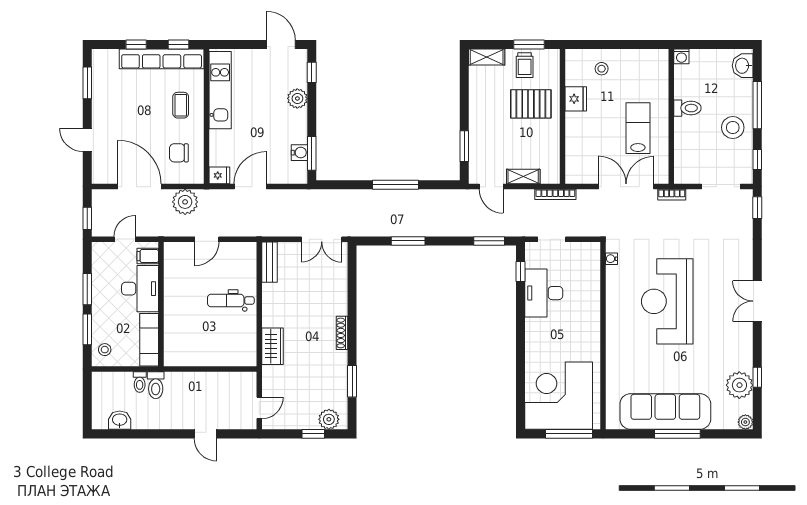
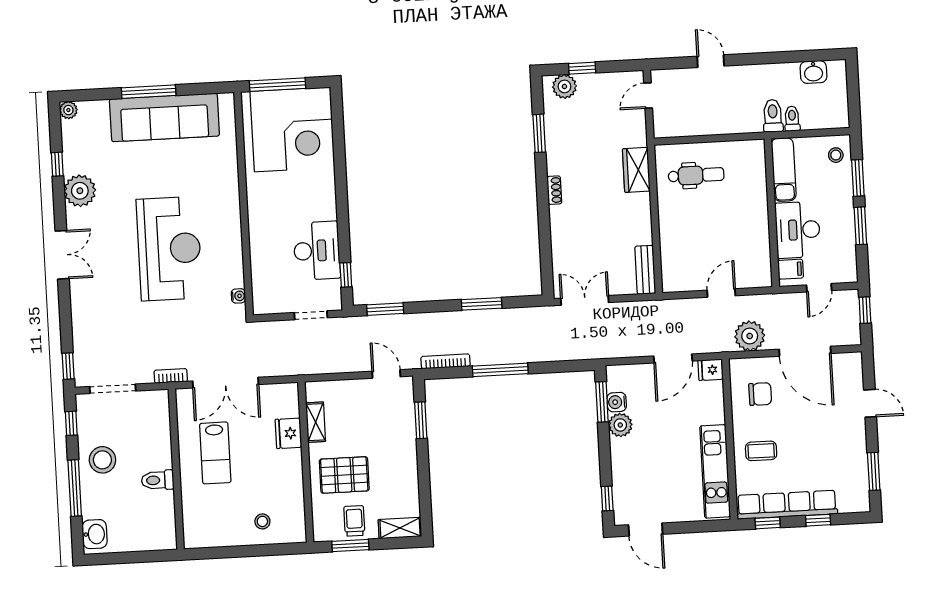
washing machine: (681, 56) -> (168, 541), removed
plant: (297, 98) -> (620, 425), moved
fridge: (576, 99) -> (288, 433), moved
coffee table: (181, 105) -> (761, 451), turned 90
shelving: (523, 176) -> (316, 422), moved, turned 90
bookcase: (555, 194) -> (446, 361), moved
dental chair: (231, 301) -> (696, 175), moved
shoe rack: (342, 333) -> (554, 190), width x0.70
plant: (739, 385) -> (80, 191), moved

